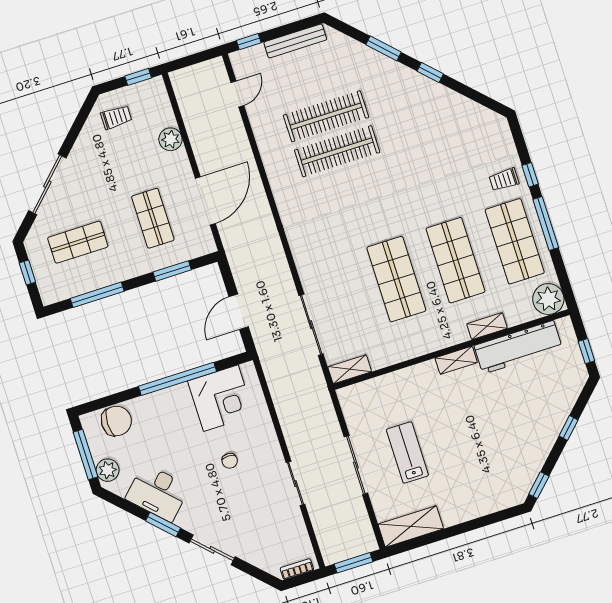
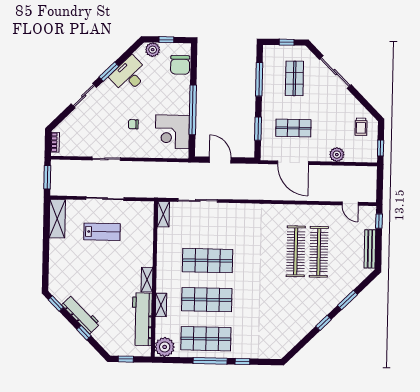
trolley: (504, 180) -> (245, 345), removed
workbench: (542, 442) -> (81, 314), added
window: (86, 455) -> (166, 40), width x0.46

